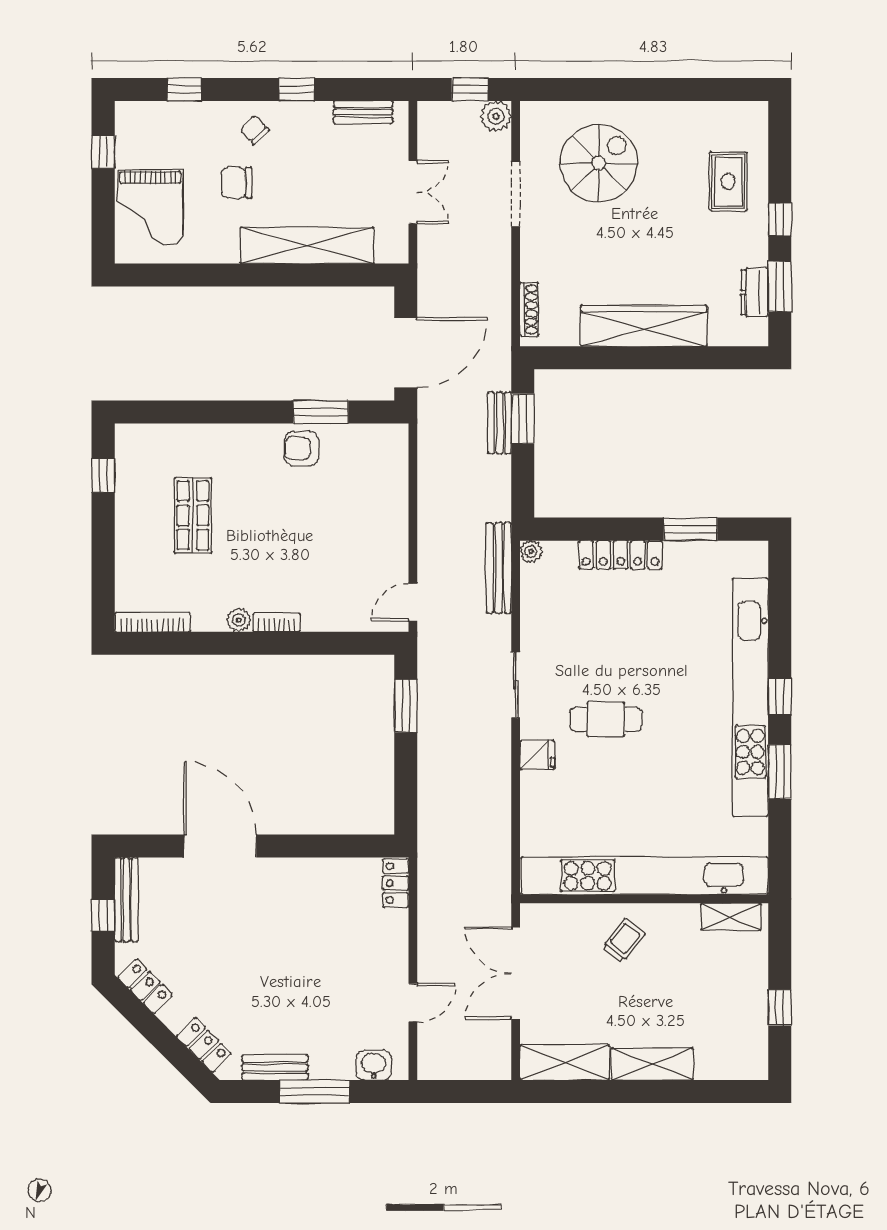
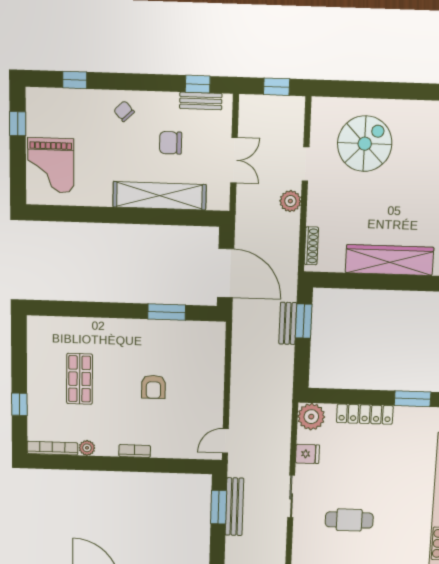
window: (297, 89) -> (198, 84), moved
plant: (496, 116) -> (290, 201), moved
chair: (236, 183) -> (171, 143), moved
doorway: (516, 194) -> (306, 164), width x0.73
door: (406, 353) -> (226, 273), hinge flipped
armchair: (302, 449) -> (153, 387), moved, turned -90
window: (103, 475) -> (19, 404), moved
plant: (531, 552) -> (311, 417), width x1.88, depth x1.88
bench: (499, 568) -> (234, 507), moved
plant: (239, 620) -> (87, 448), moved
fridge: (537, 755) -> (307, 454), moved

